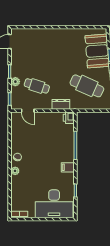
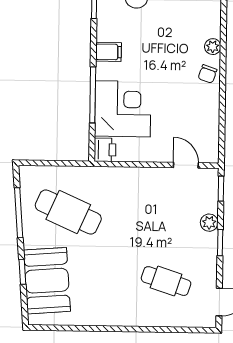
cafe table: (37, 86) -> (166, 281), moved
dresser: (61, 104) -> (120, 176), removed
corner desk: (60, 139) -> (123, 109), added

